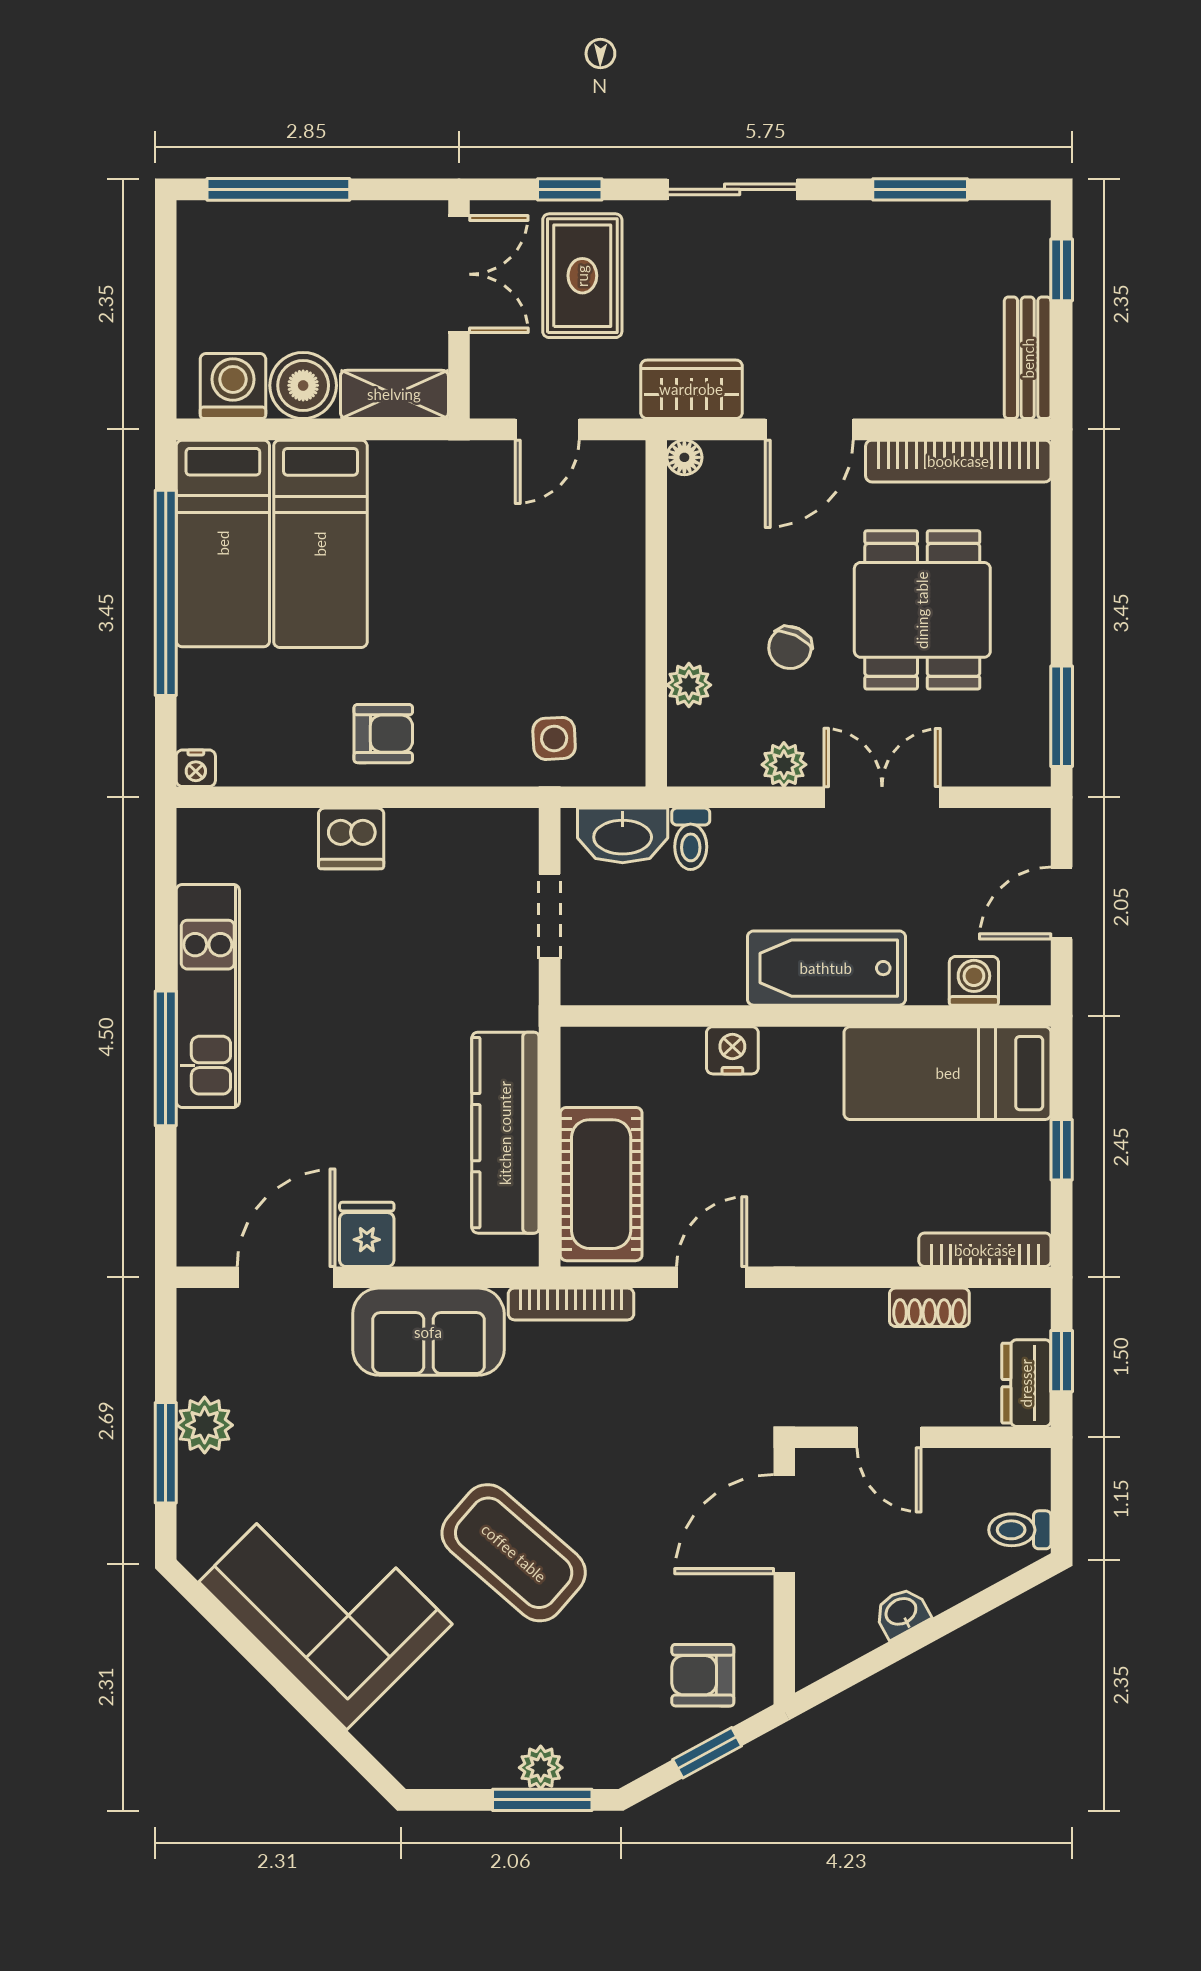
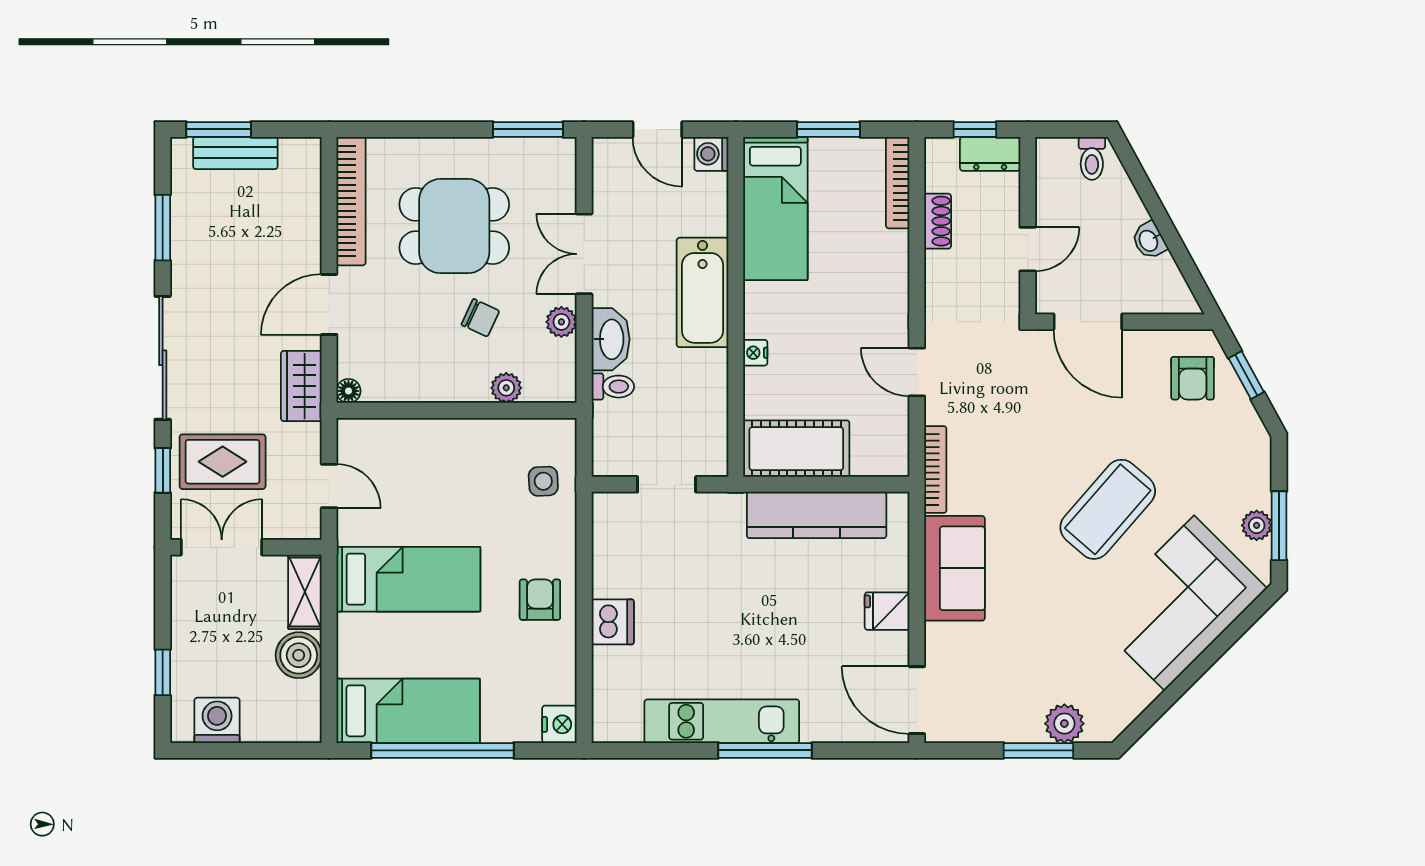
window: (278, 189) -> (163, 672), width x0.46
sliding door: (732, 189) -> (163, 358), width x1.37
window: (1062, 270) -> (219, 129), width x1.50
bench: (1028, 358) -> (235, 153), moved
washing machine: (233, 386) -> (217, 720), moved, turned 90
door: (809, 429) -> (329, 304), swing flipped
bed: (320, 544) -> (408, 579), moved
nightstand: (196, 768) -> (559, 724), width x1.39, depth x1.35
washbasin: (623, 835) -> (611, 339), moved
washing machine: (974, 981) -> (711, 154), moved
nightstand: (732, 1050) -> (755, 353), width x0.72, depth x0.74
window: (1062, 1150) -> (828, 129), width x1.50
cot: (601, 1184) -> (796, 449), moved
door: (286, 1277) -> (917, 700), moved
plant: (205, 1425) -> (1064, 724), moved
corner sofa: (325, 1603) -> (1179, 603), moved
plant: (541, 1768) -> (1257, 525), moved
window: (542, 1800) -> (1279, 526), moved

